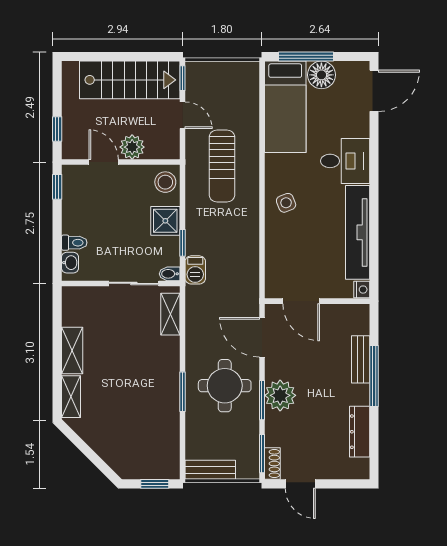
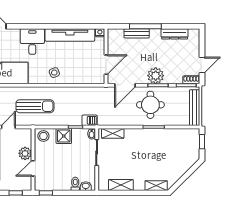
shelving: (72, 350) -> (121, 185), moved
bench: (210, 470) -> (195, 108), width x1.36

